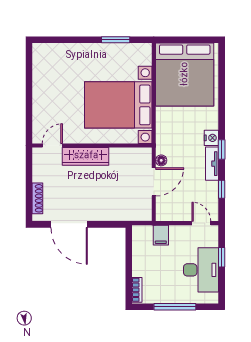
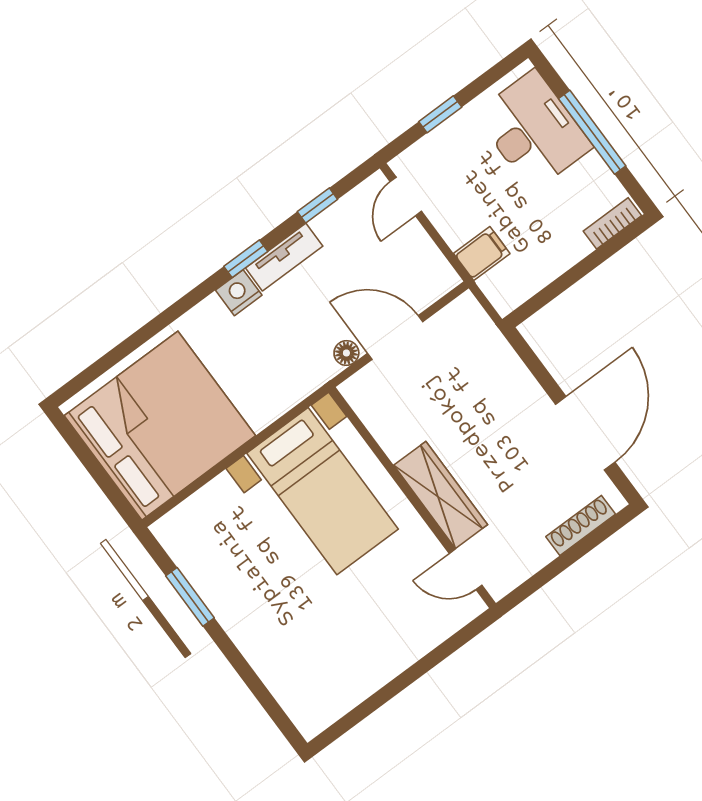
bed with nightstands: (118, 105) -> (322, 491), width x0.73
desk: (201, 270) -> (533, 131), moved, turned 90

